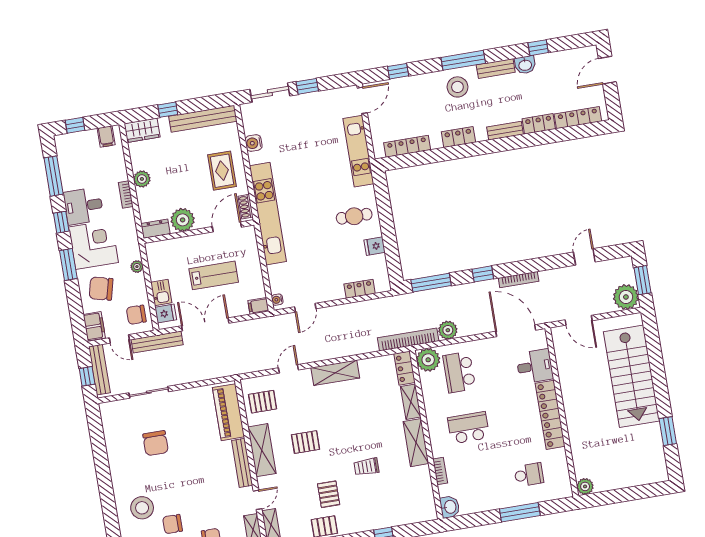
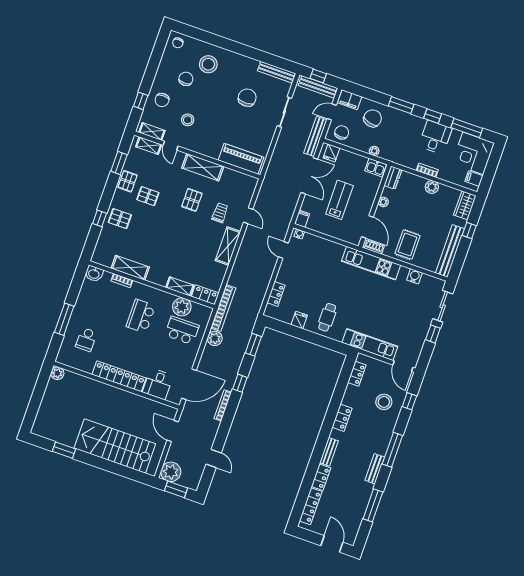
window: (538, 48) -> (373, 505), width x2.17
washbasin: (525, 65) -> (366, 490), removed
stool: (457, 87) -> (384, 402), moved
window: (75, 125) -> (493, 162), removed
locker: (407, 146) -> (357, 374), width x0.66
rug: (222, 171) -> (408, 245), turned 90
kitchen unit: (268, 214) -> (371, 263), width x0.73
plant: (183, 220) -> (383, 202), width x0.53, depth x0.53
corner desk: (93, 245) -> (473, 153), moved, turned 90
lab bench: (214, 275) -> (339, 200), turned 180
window: (431, 283) -> (253, 345), width x0.69
kitchen sink: (161, 293) -> (376, 168), moved
door: (579, 320) -> (173, 431), hinge flipped
plant: (428, 360) -> (182, 307), moved
pallet: (263, 402) -> (120, 219), moved, turned 90
school desk: (469, 428) -> (141, 316), turned 180
chair: (156, 443) -> (247, 98), turned 90
shelving: (416, 443) -> (130, 268), moved
bench: (242, 463) -> (277, 72), moved
trolley: (366, 467) -> (220, 213), moved
stool: (218, 497) -> (188, 120), added

